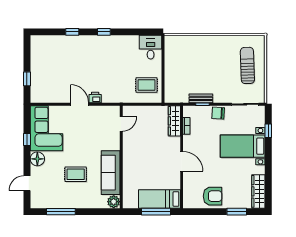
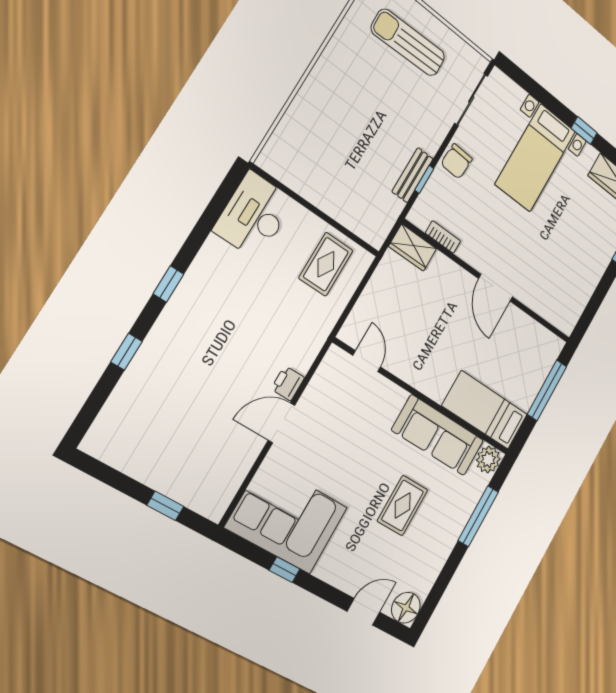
desk: (151, 47) -> (254, 215), width x1.37
wardrobe: (174, 121) -> (413, 248), width x0.67
window: (268, 131) -> (584, 130), moved
floor lamp: (37, 159) -> (406, 608), moved
door: (182, 161) -> (496, 288), swing flipped
door: (27, 183) -> (363, 612), swing flipped
armchair: (213, 196) -> (580, 271), removed
bed: (159, 199) -> (485, 410), moved, turned 90
window: (61, 212) -> (478, 516), moved

